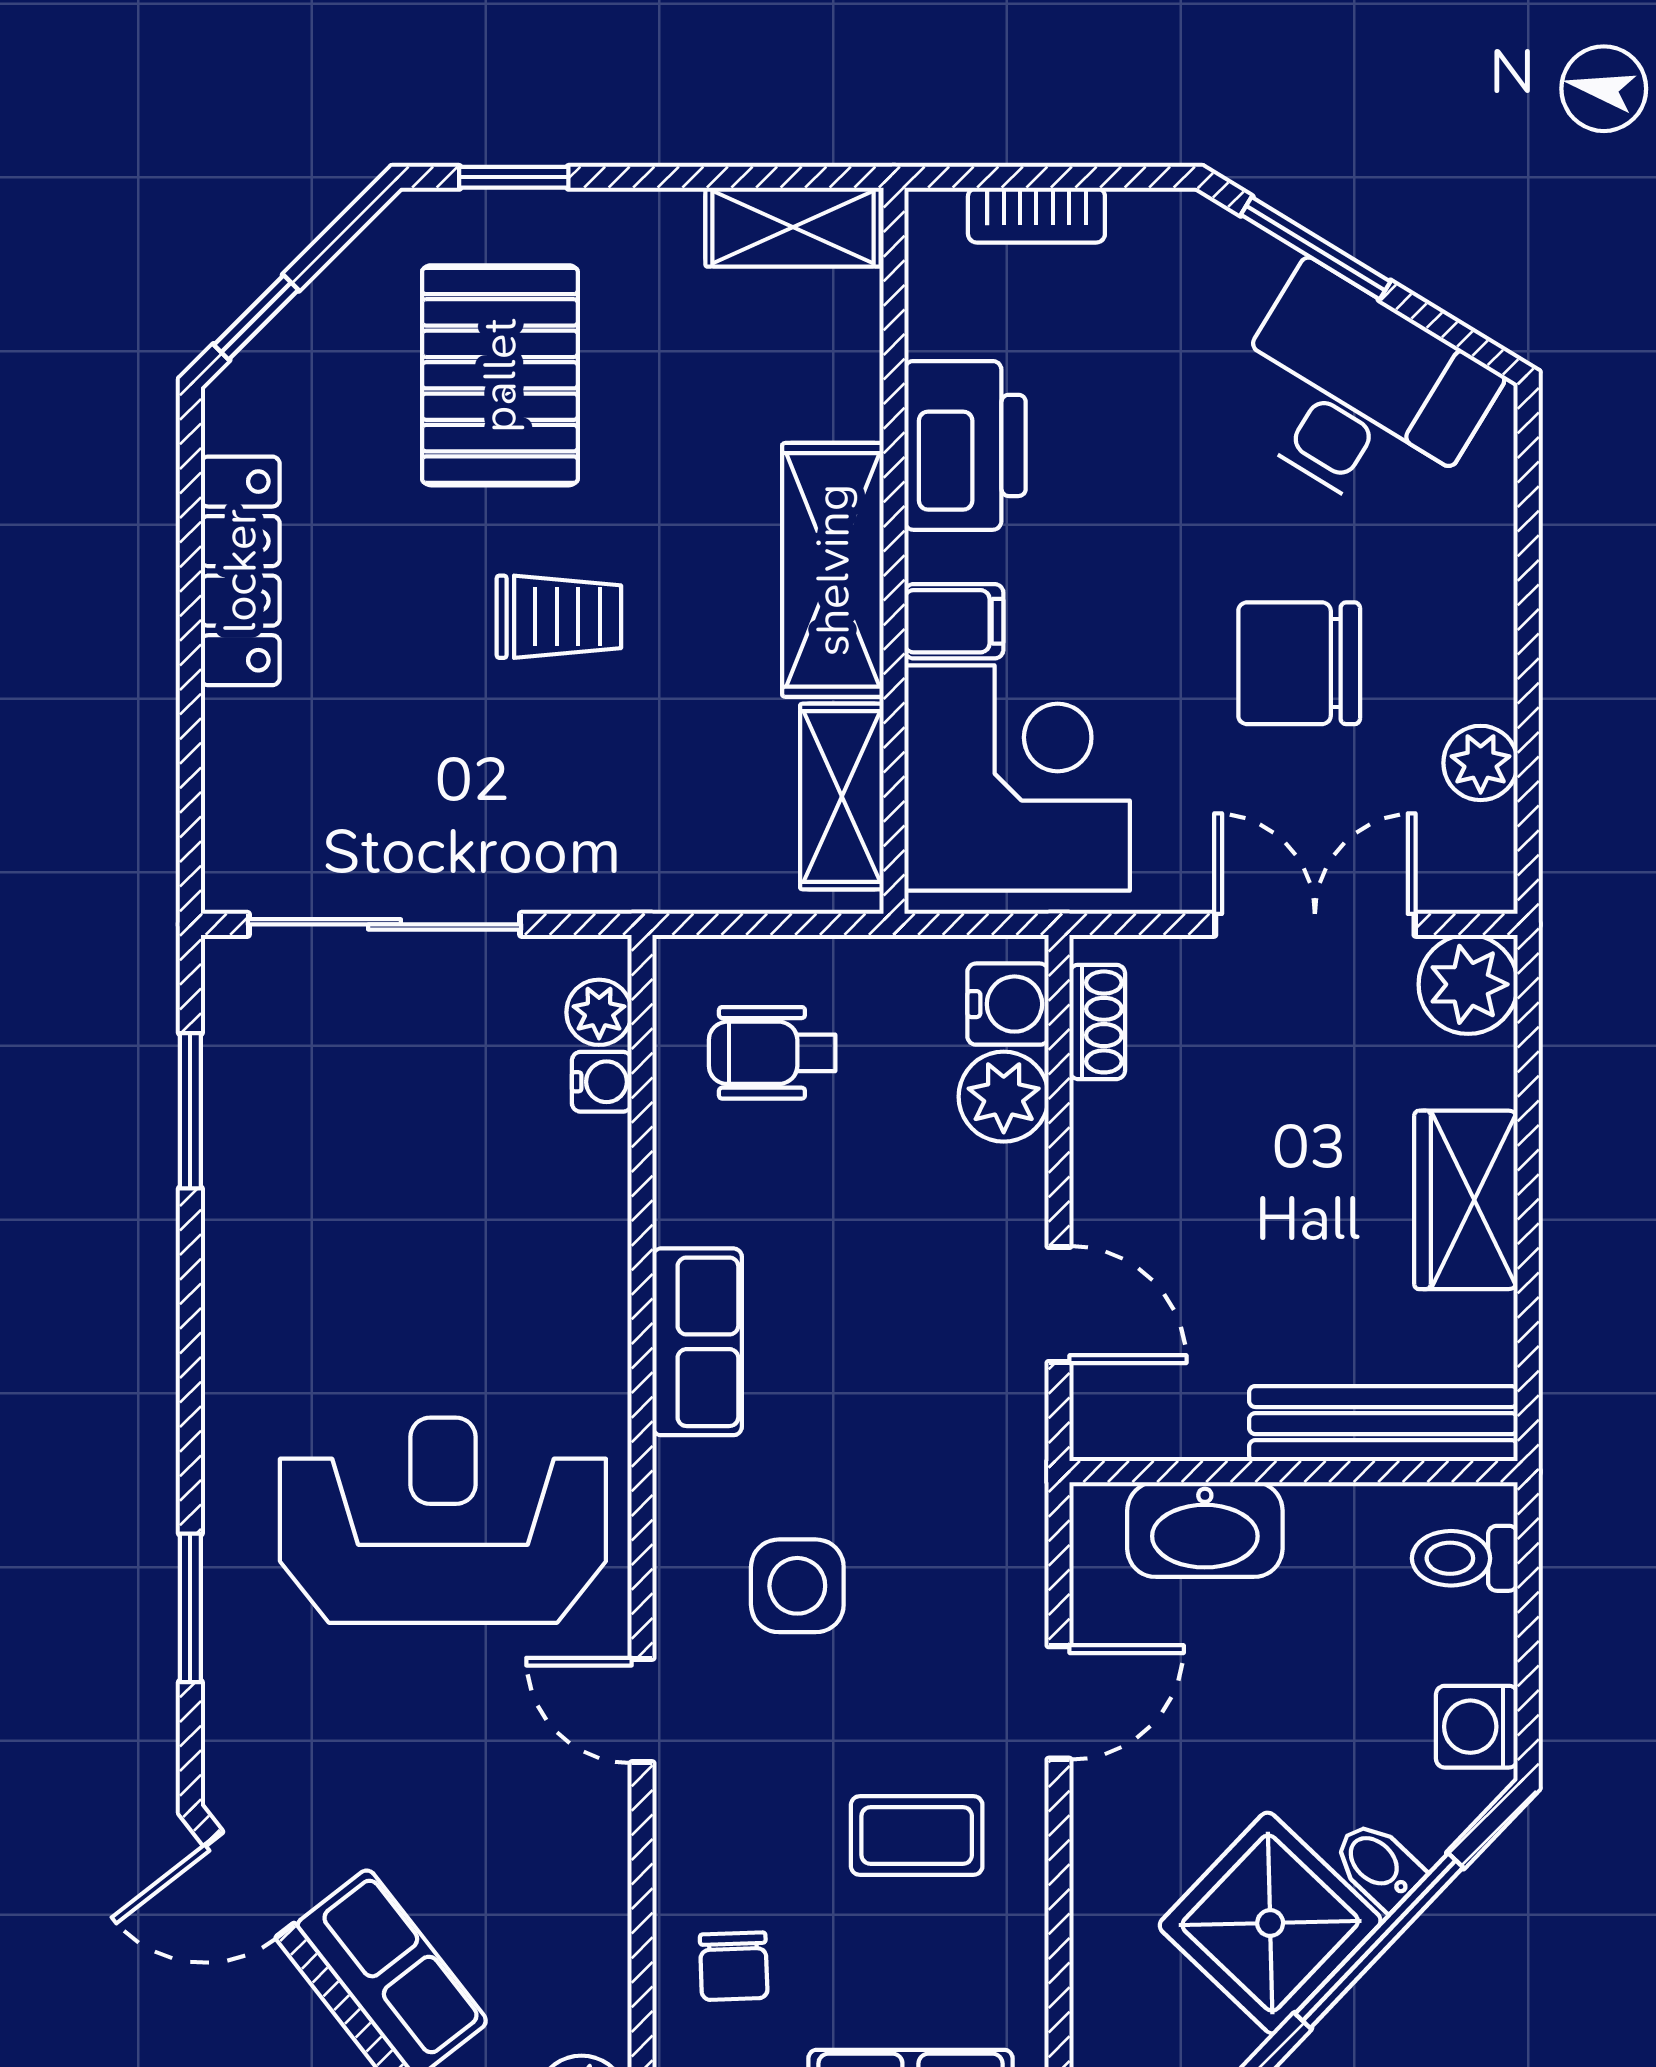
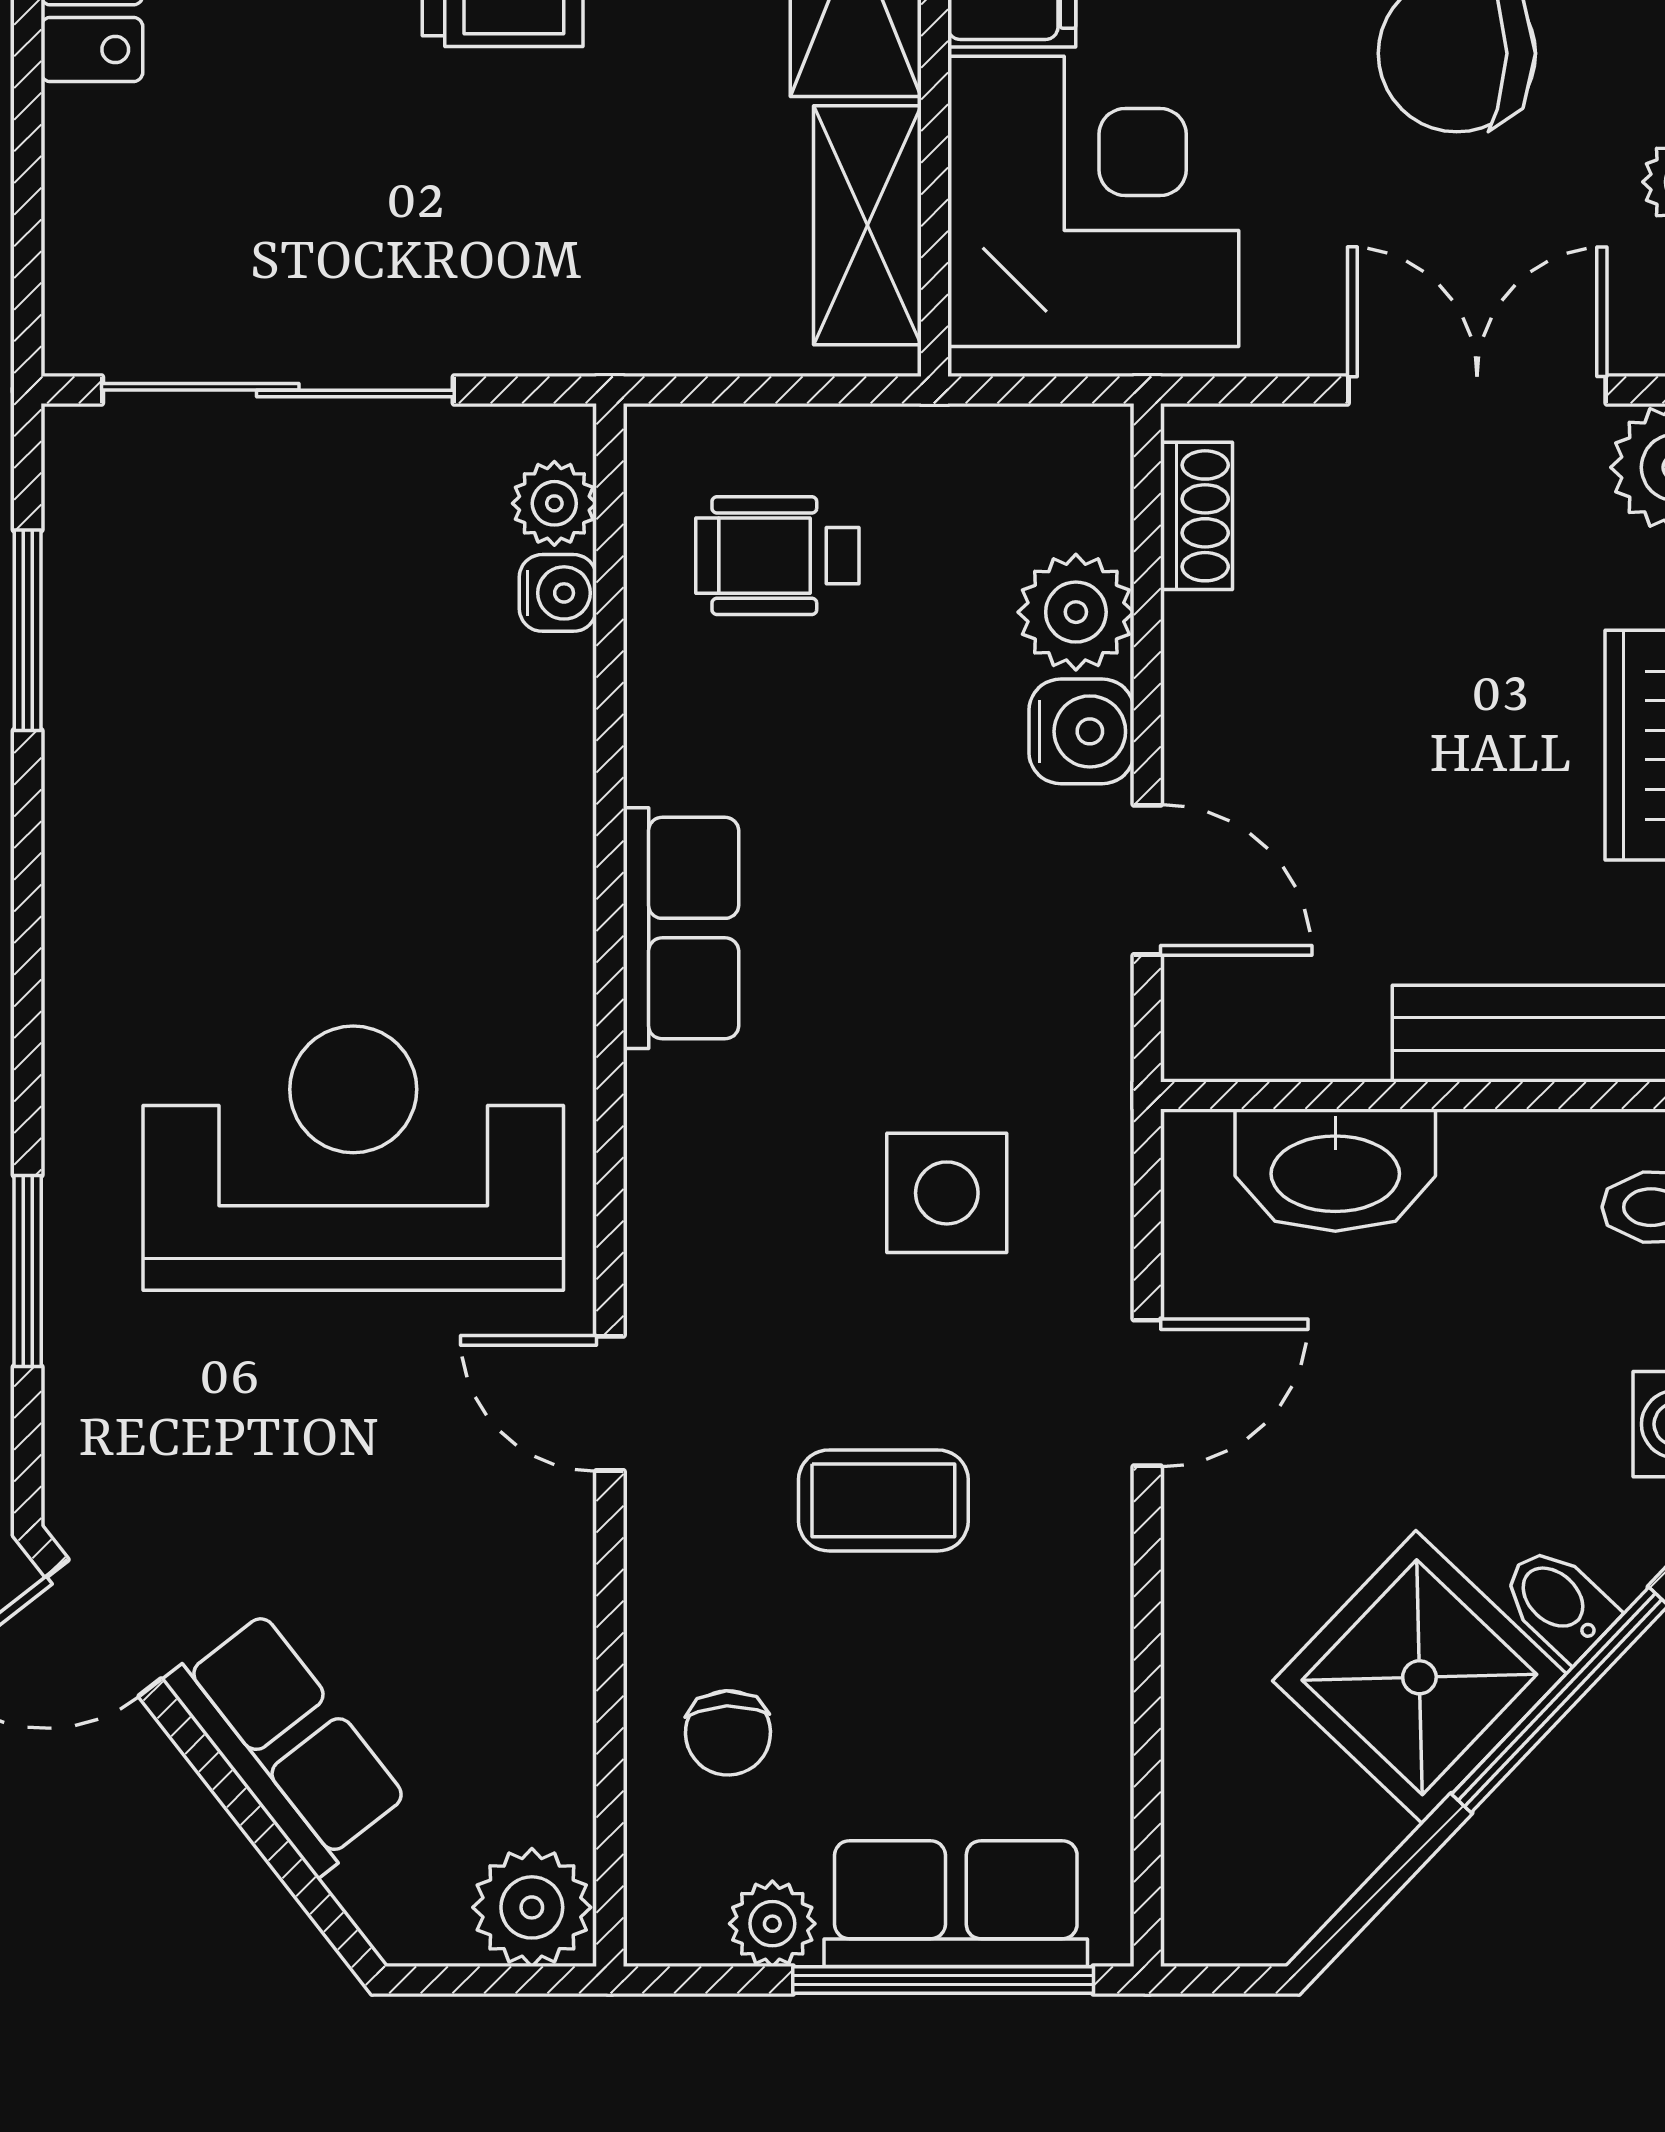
water cooler: (1008, 1004) -> (1081, 731), moved
side table: (797, 1586) -> (947, 1193), moved
coffee table: (917, 1835) -> (883, 1500), moved

